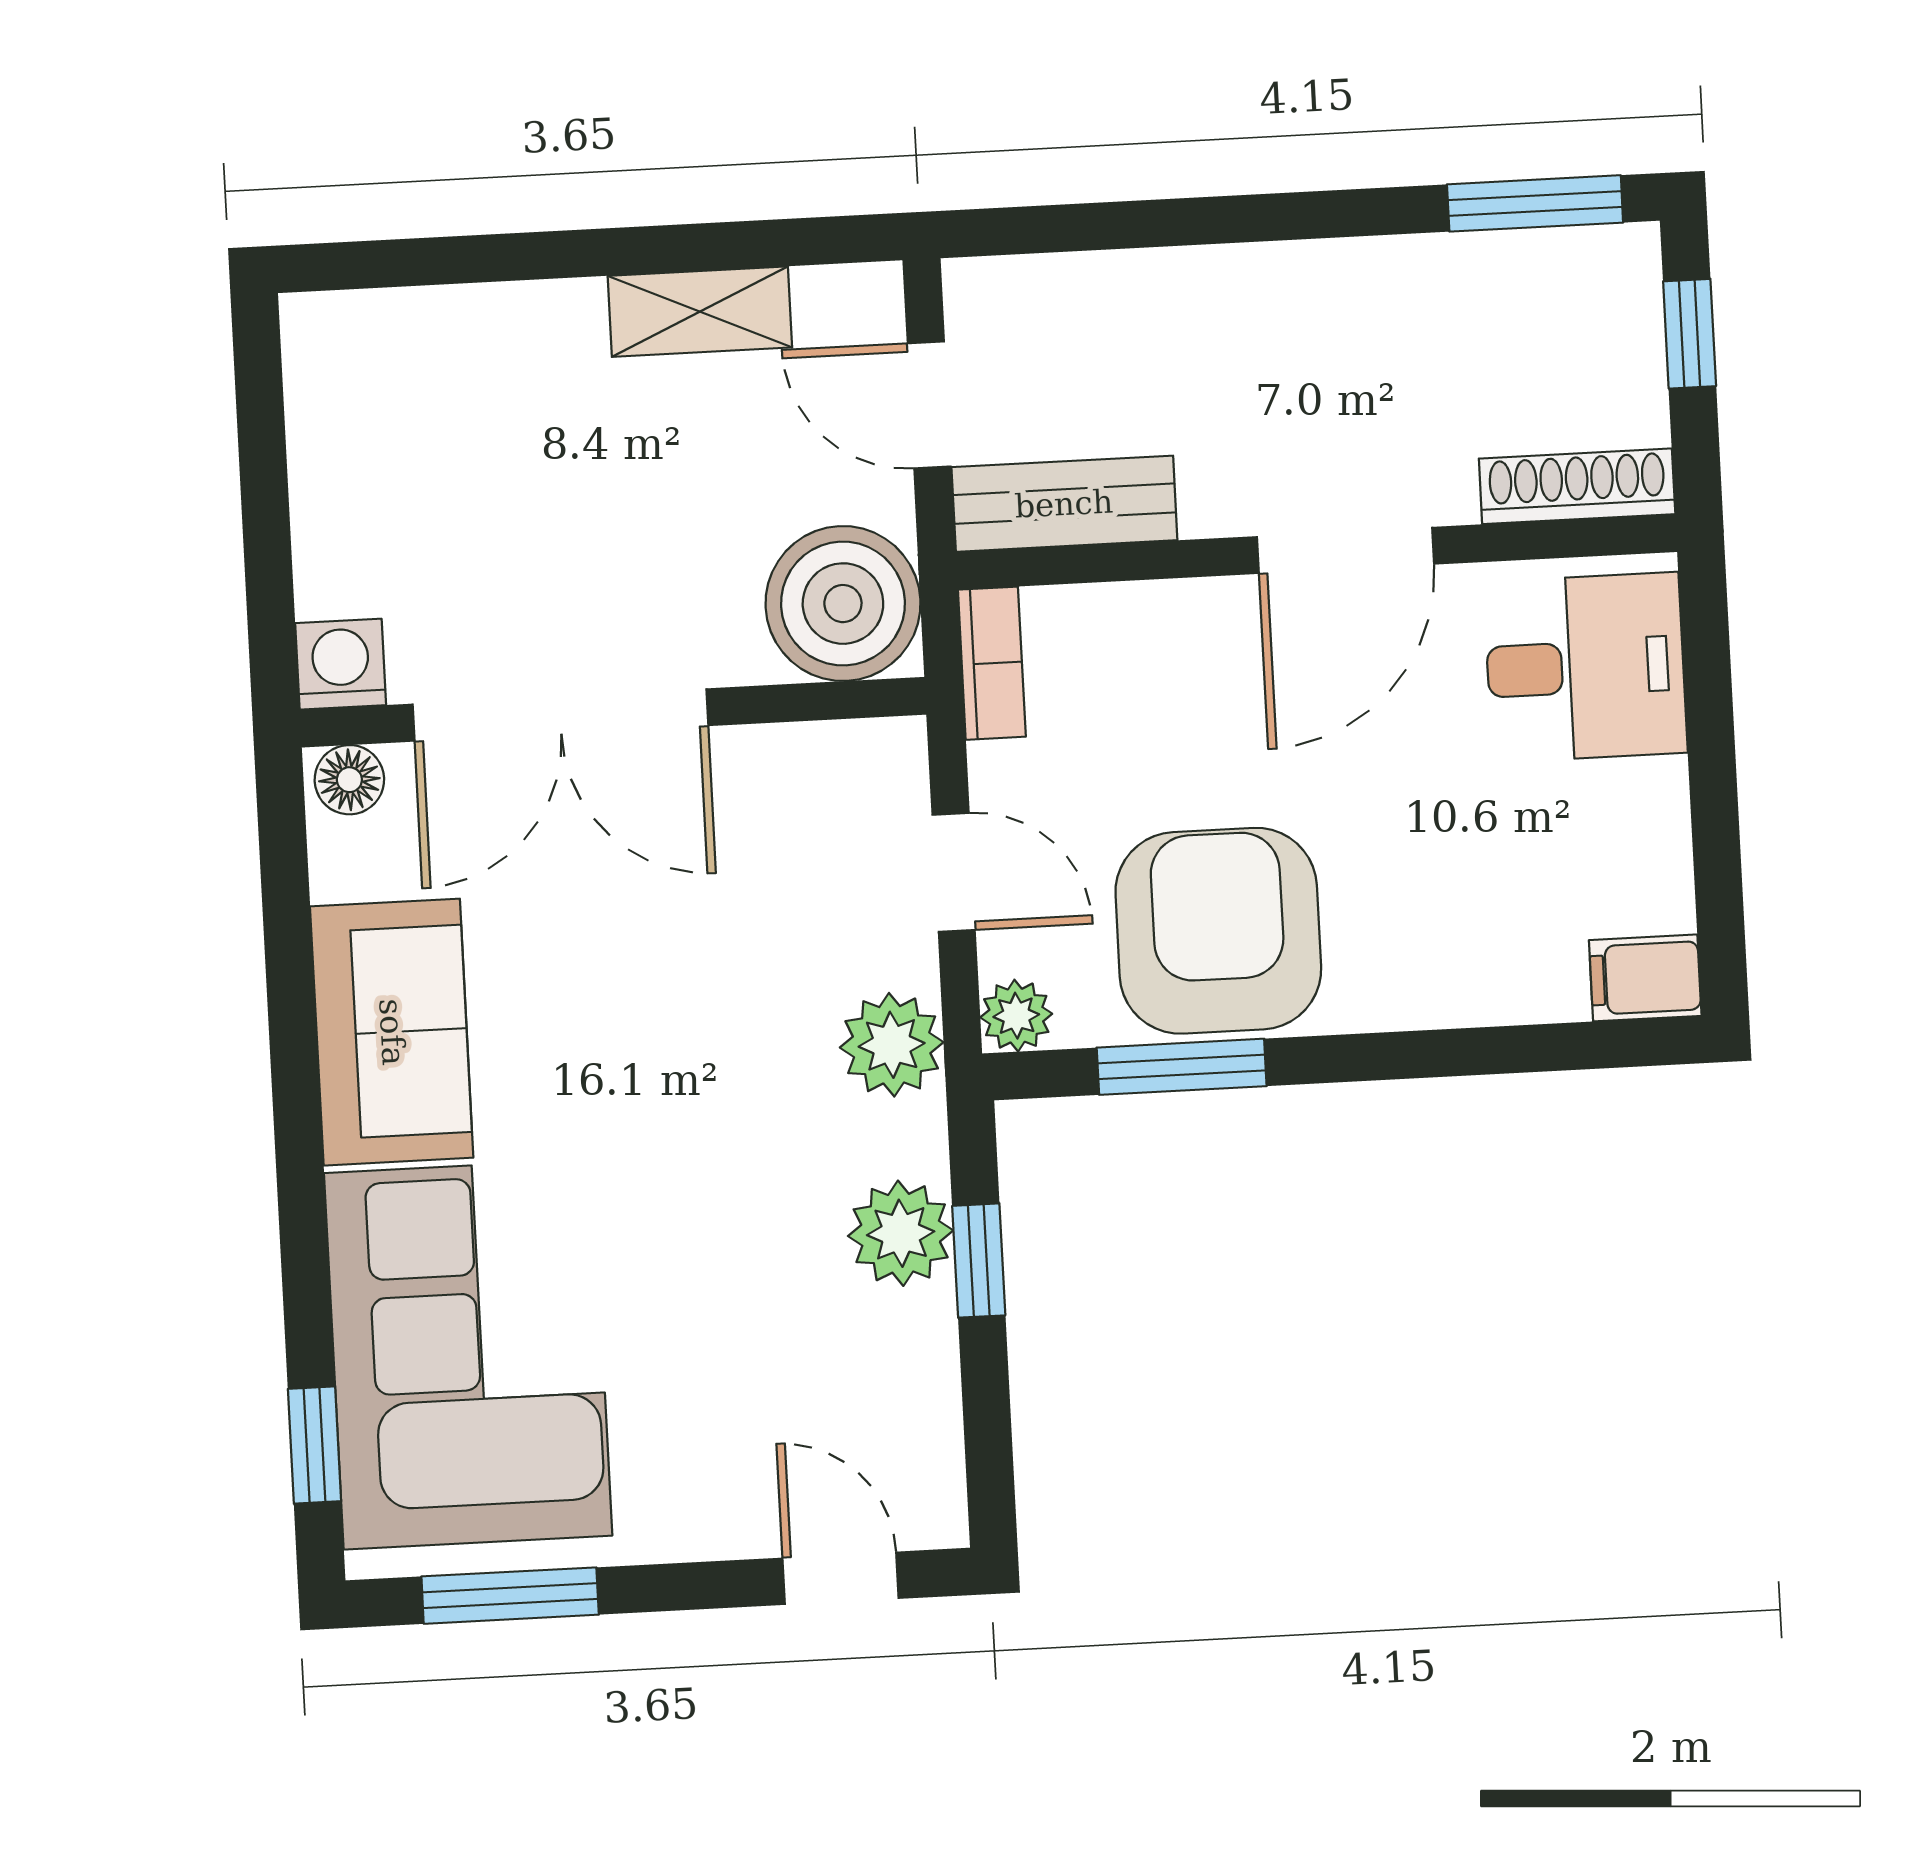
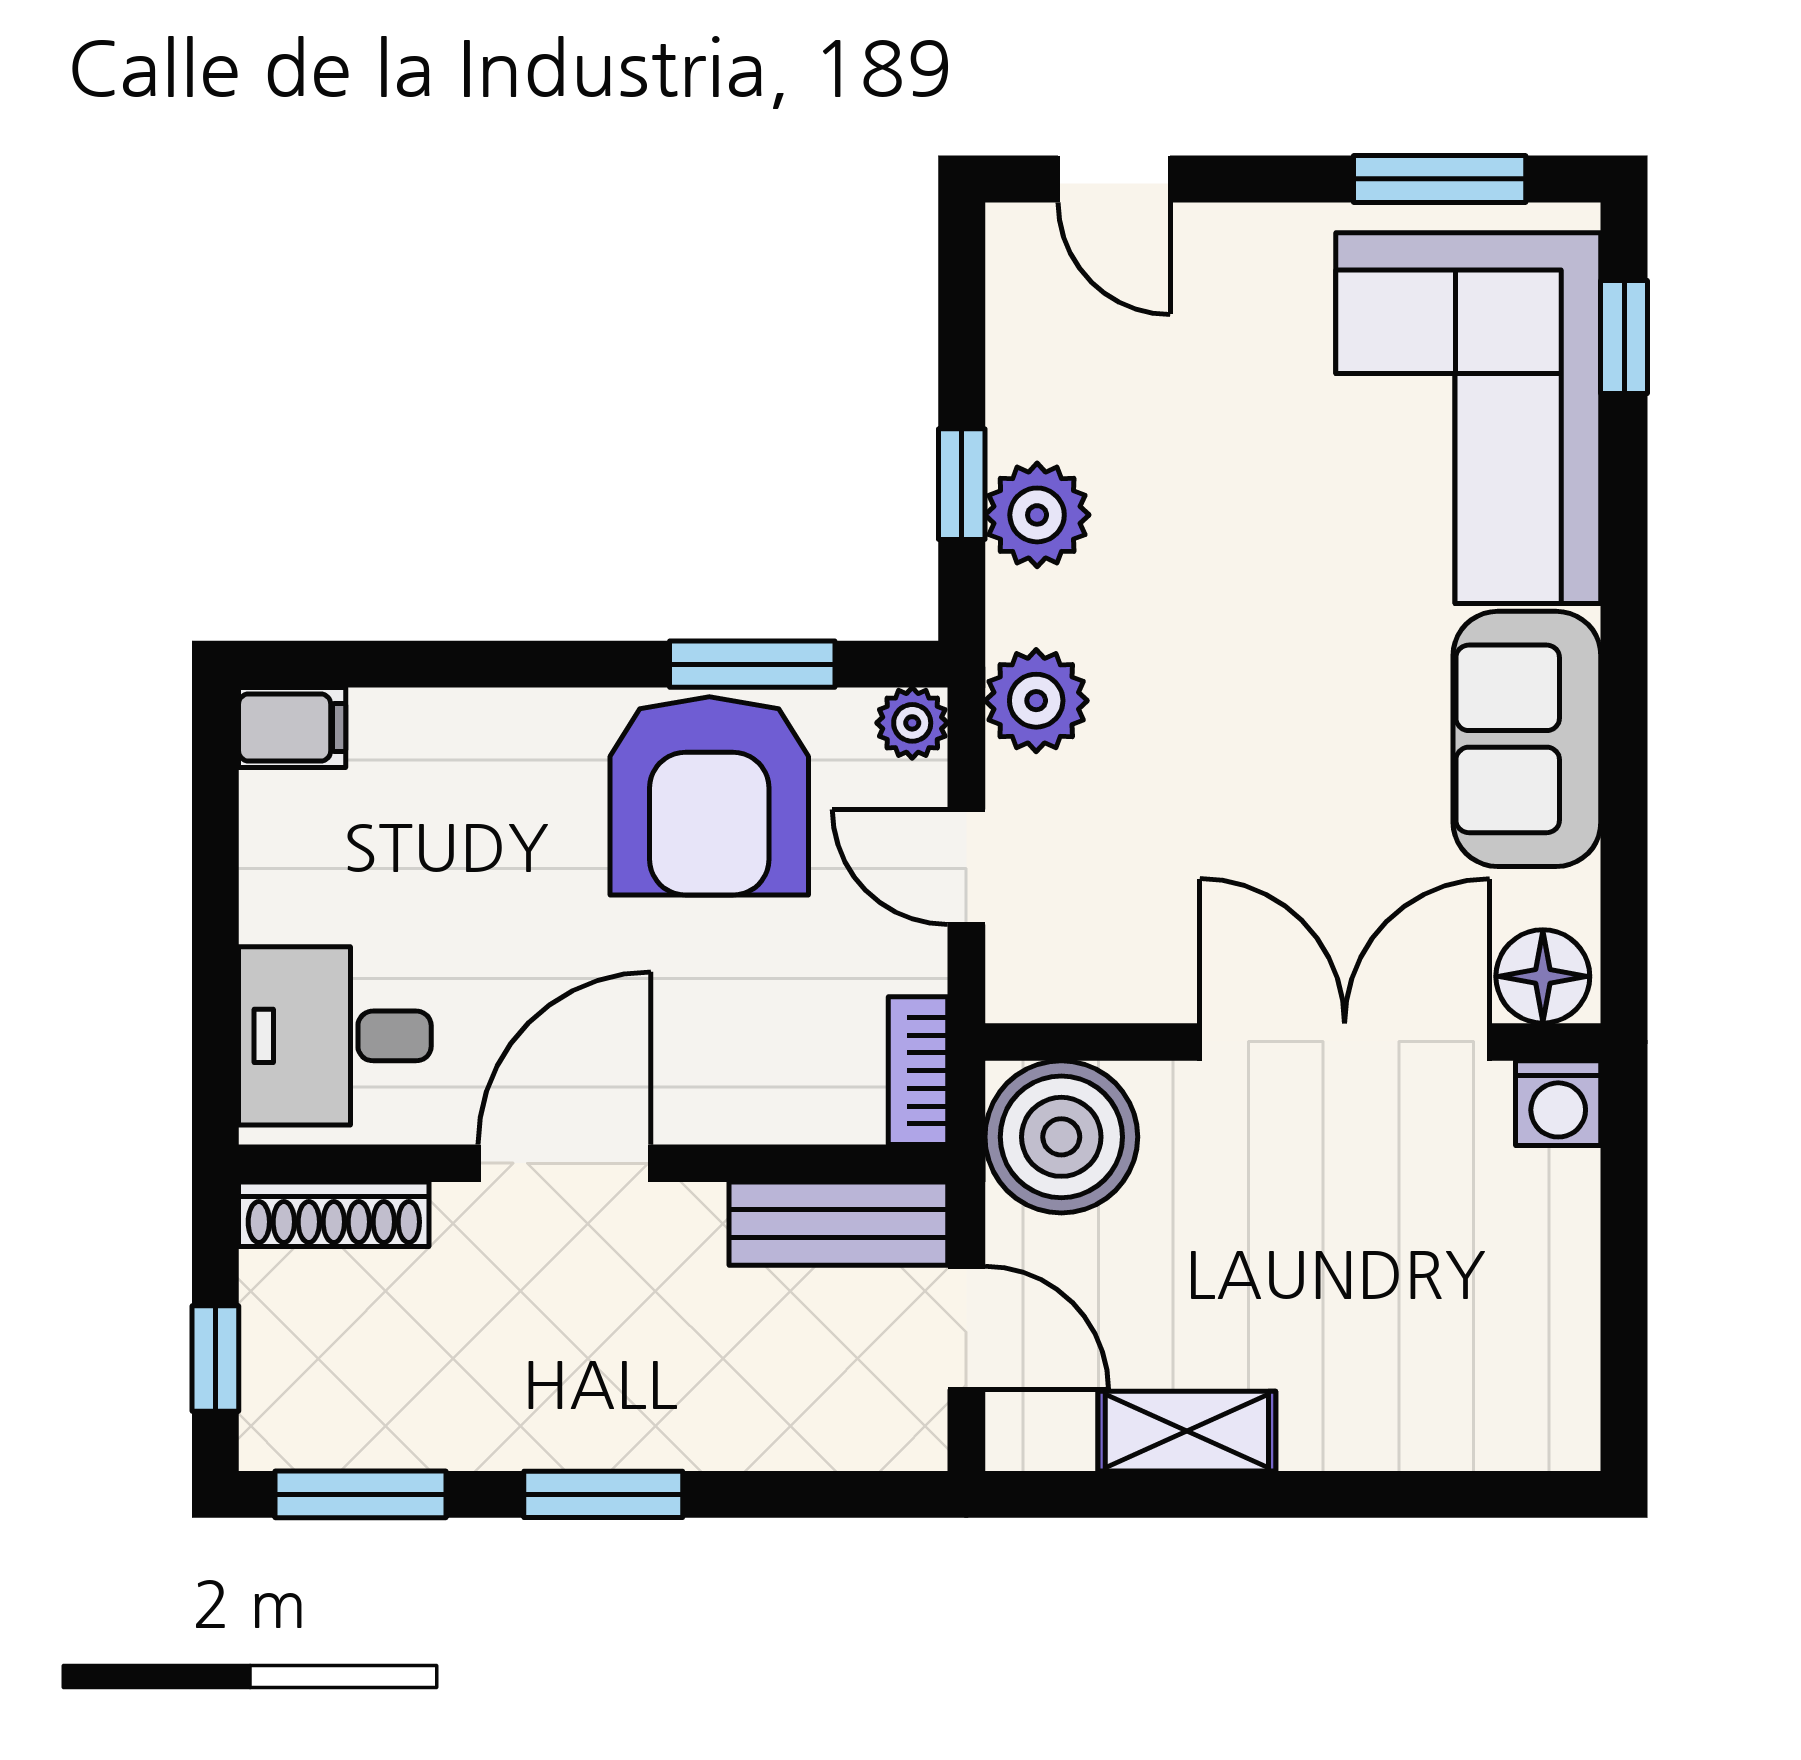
window: (1289, 216) -> (603, 1494), added
floor lamp: (349, 780) -> (1543, 976), width x1.37, depth x1.37

